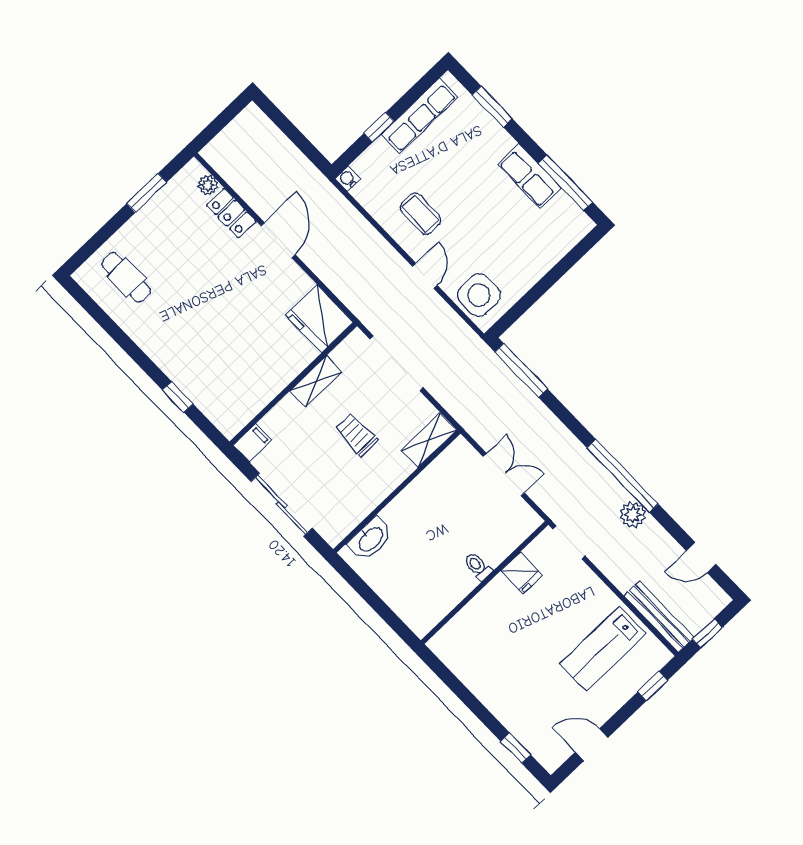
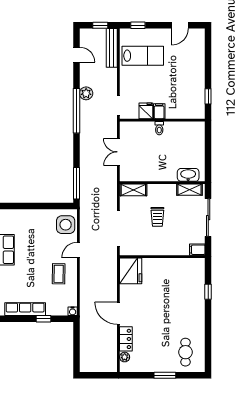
window: (147, 193) -> (165, 375), moved
door: (278, 240) -> (118, 313), hinge flipped
shelving: (316, 381) -> (189, 190), moved
filing cabinet: (502, 591) -> (159, 111), added
door: (592, 745) -> (180, 25), hinge flipped
window: (516, 748) -> (208, 96), moved

